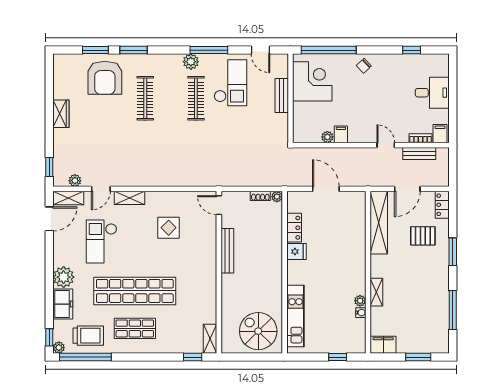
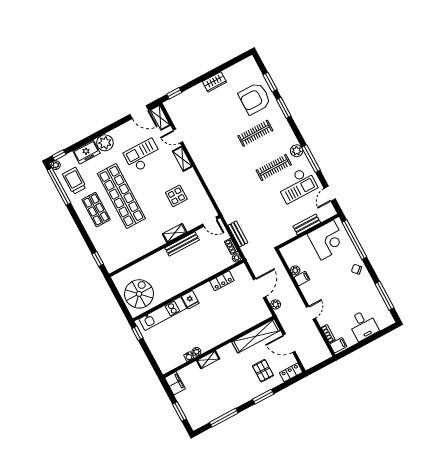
window: (412, 50) -> (384, 296), width x2.17
bench: (419, 153) -> (238, 234), moved
plant: (75, 181) -> (276, 304), moved
door: (219, 205) -> (210, 222), swing flipped
fridge: (297, 252) -> (190, 300), moved
trolley: (88, 336) -> (74, 181), turned 180
shelving: (210, 339) -> (175, 233), moved
window: (338, 357) -> (138, 333), moved

